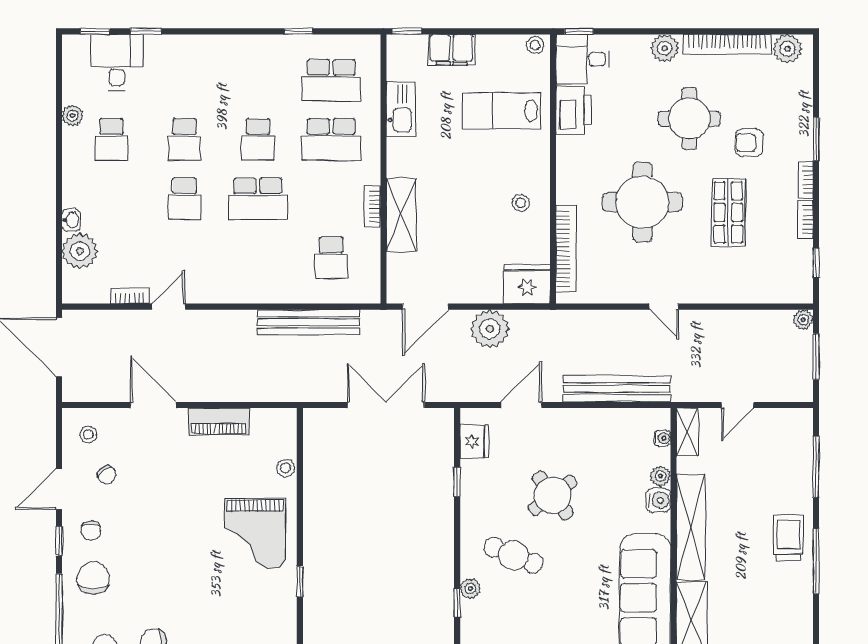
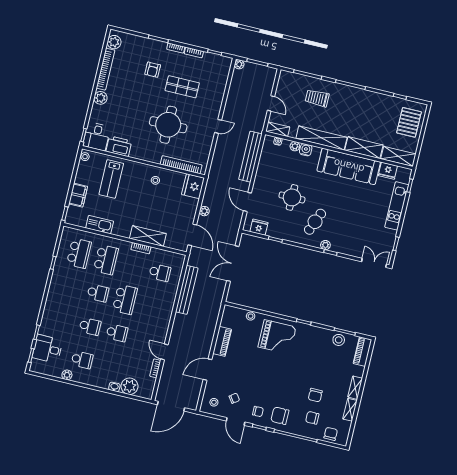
round table: (689, 119) -> (135, 94), removed
plant: (490, 329) -> (204, 211), width x0.53, depth x0.53
round table: (553, 495) -> (292, 197), turned 37
trolley: (788, 538) -> (317, 98), moved

